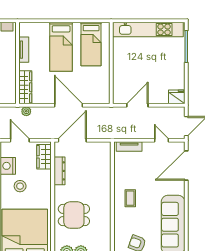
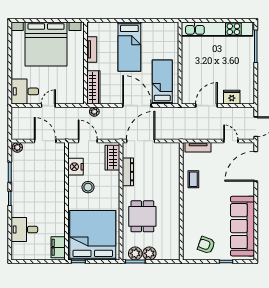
bed: (91, 44) -> (162, 82), moved, turned 180
fridge: (177, 97) -> (232, 97), moved
coffee table: (130, 198) -> (193, 179), moved
dining table: (74, 215) -> (142, 216), turned 90

